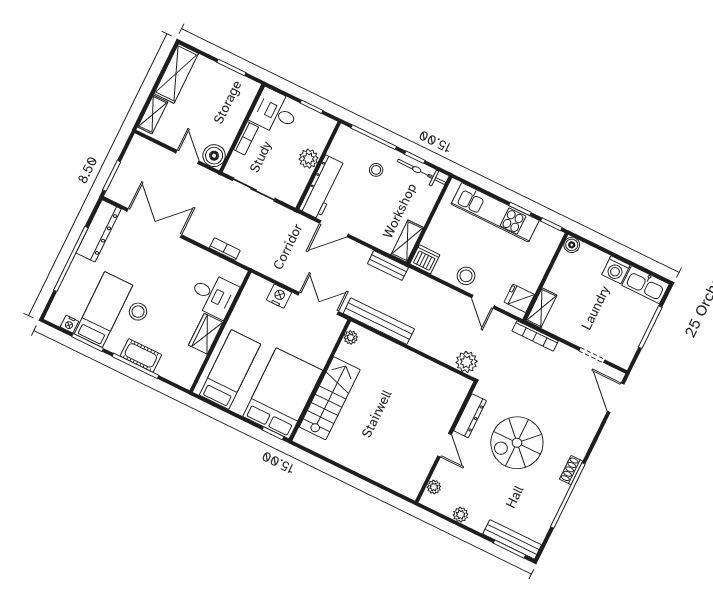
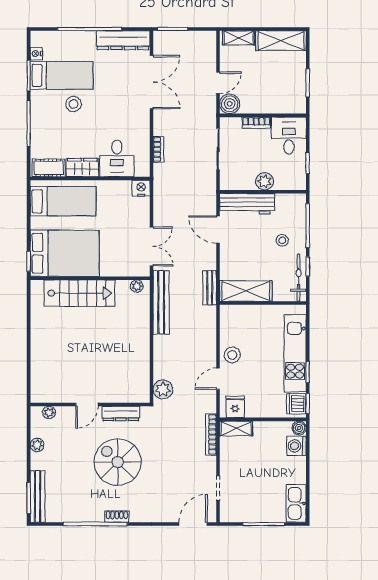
shelving: (407, 241) -> (246, 291), width x1.50, depth x1.33
dishwasher: (425, 259) -> (296, 404), moved, turned 180
washing machine: (616, 270) -> (296, 446), moved
nightstand: (279, 296) -> (141, 188), moved, turned -90
cot: (141, 355) -> (49, 168), moved, turned 90

